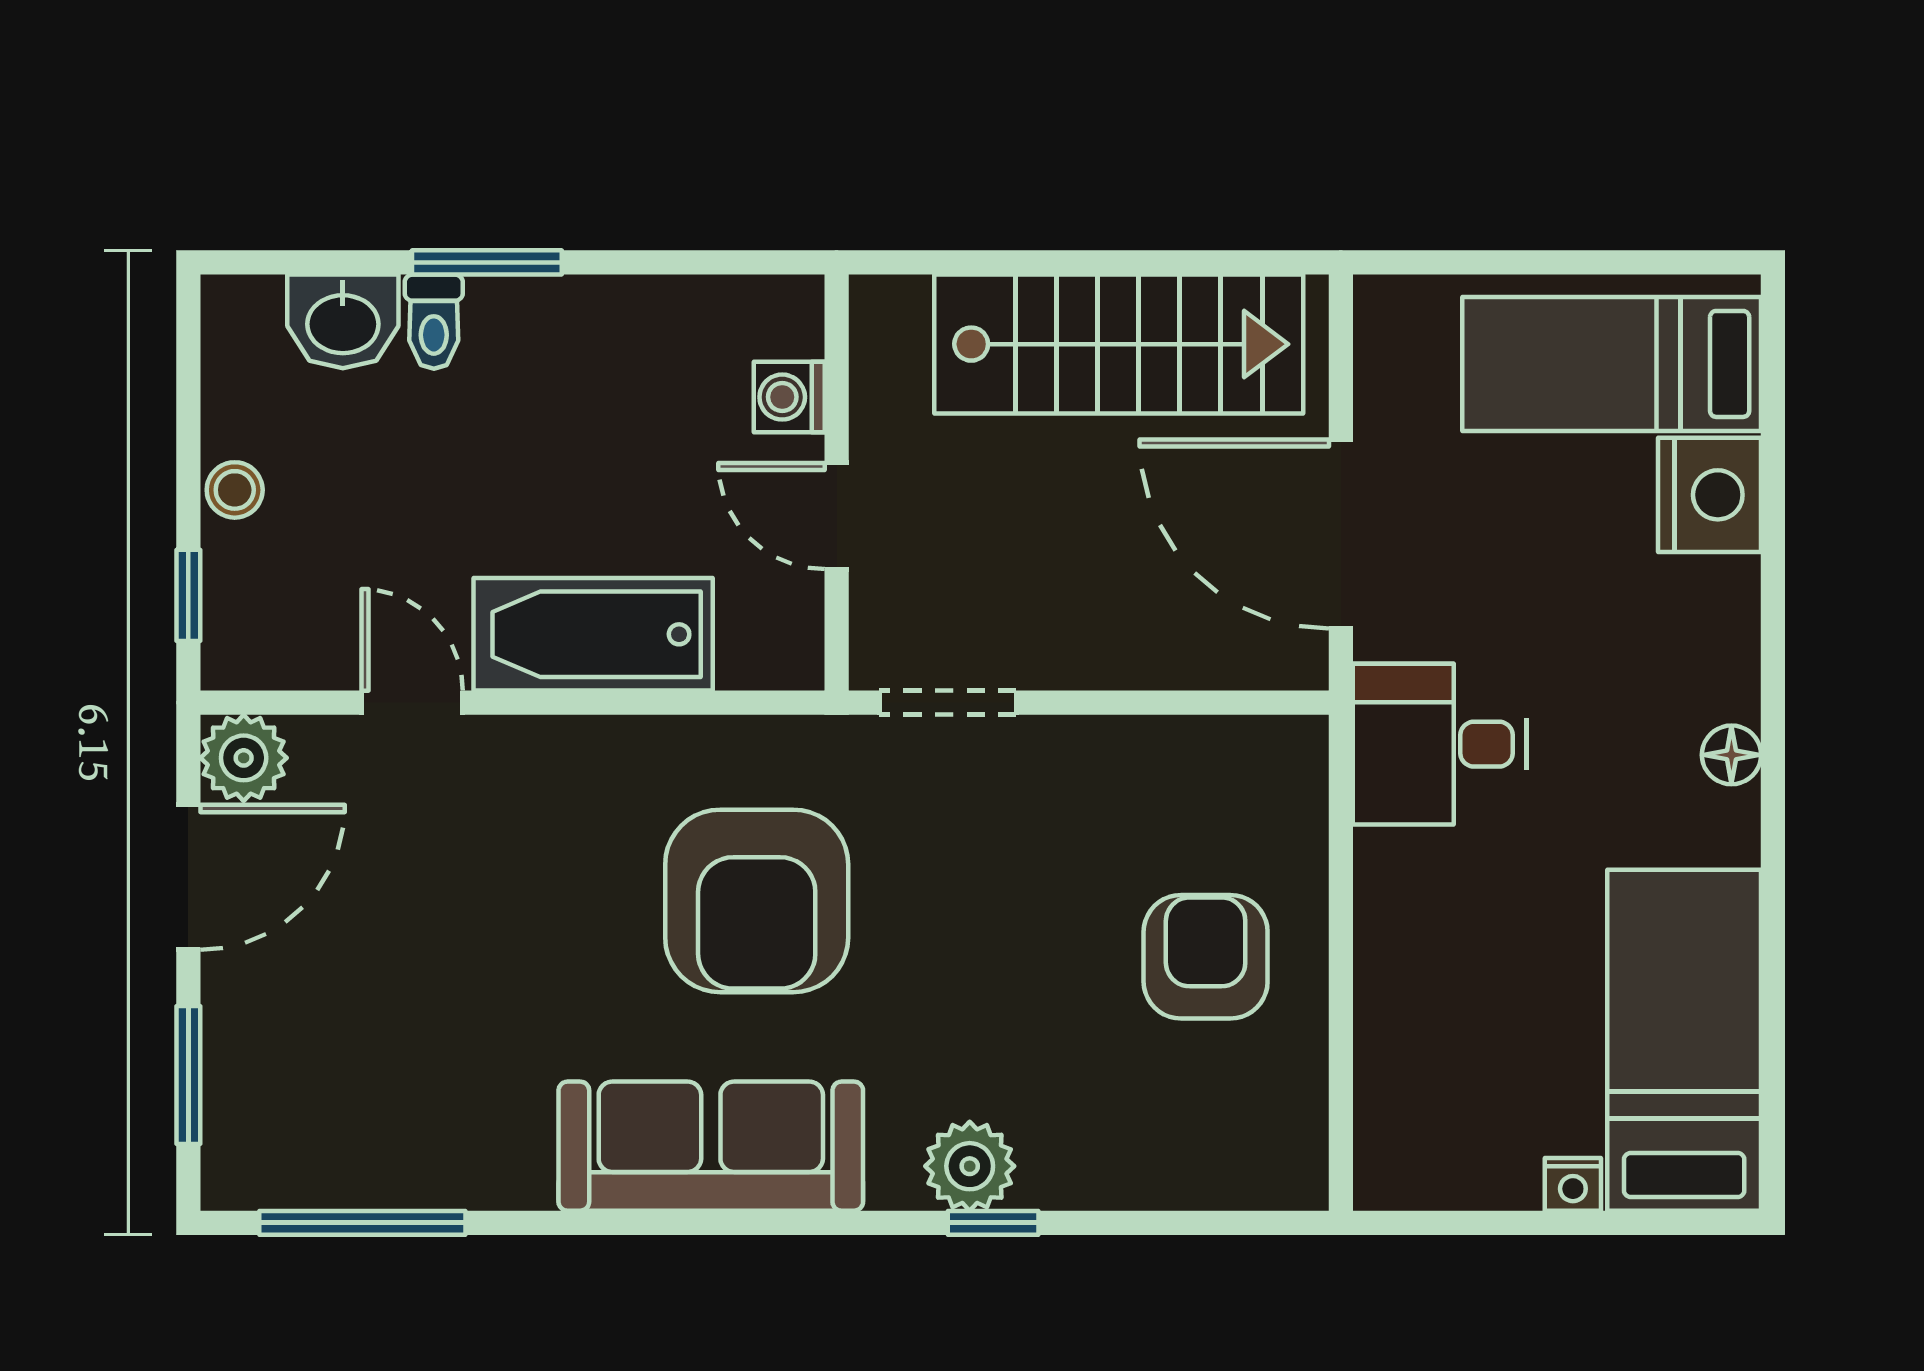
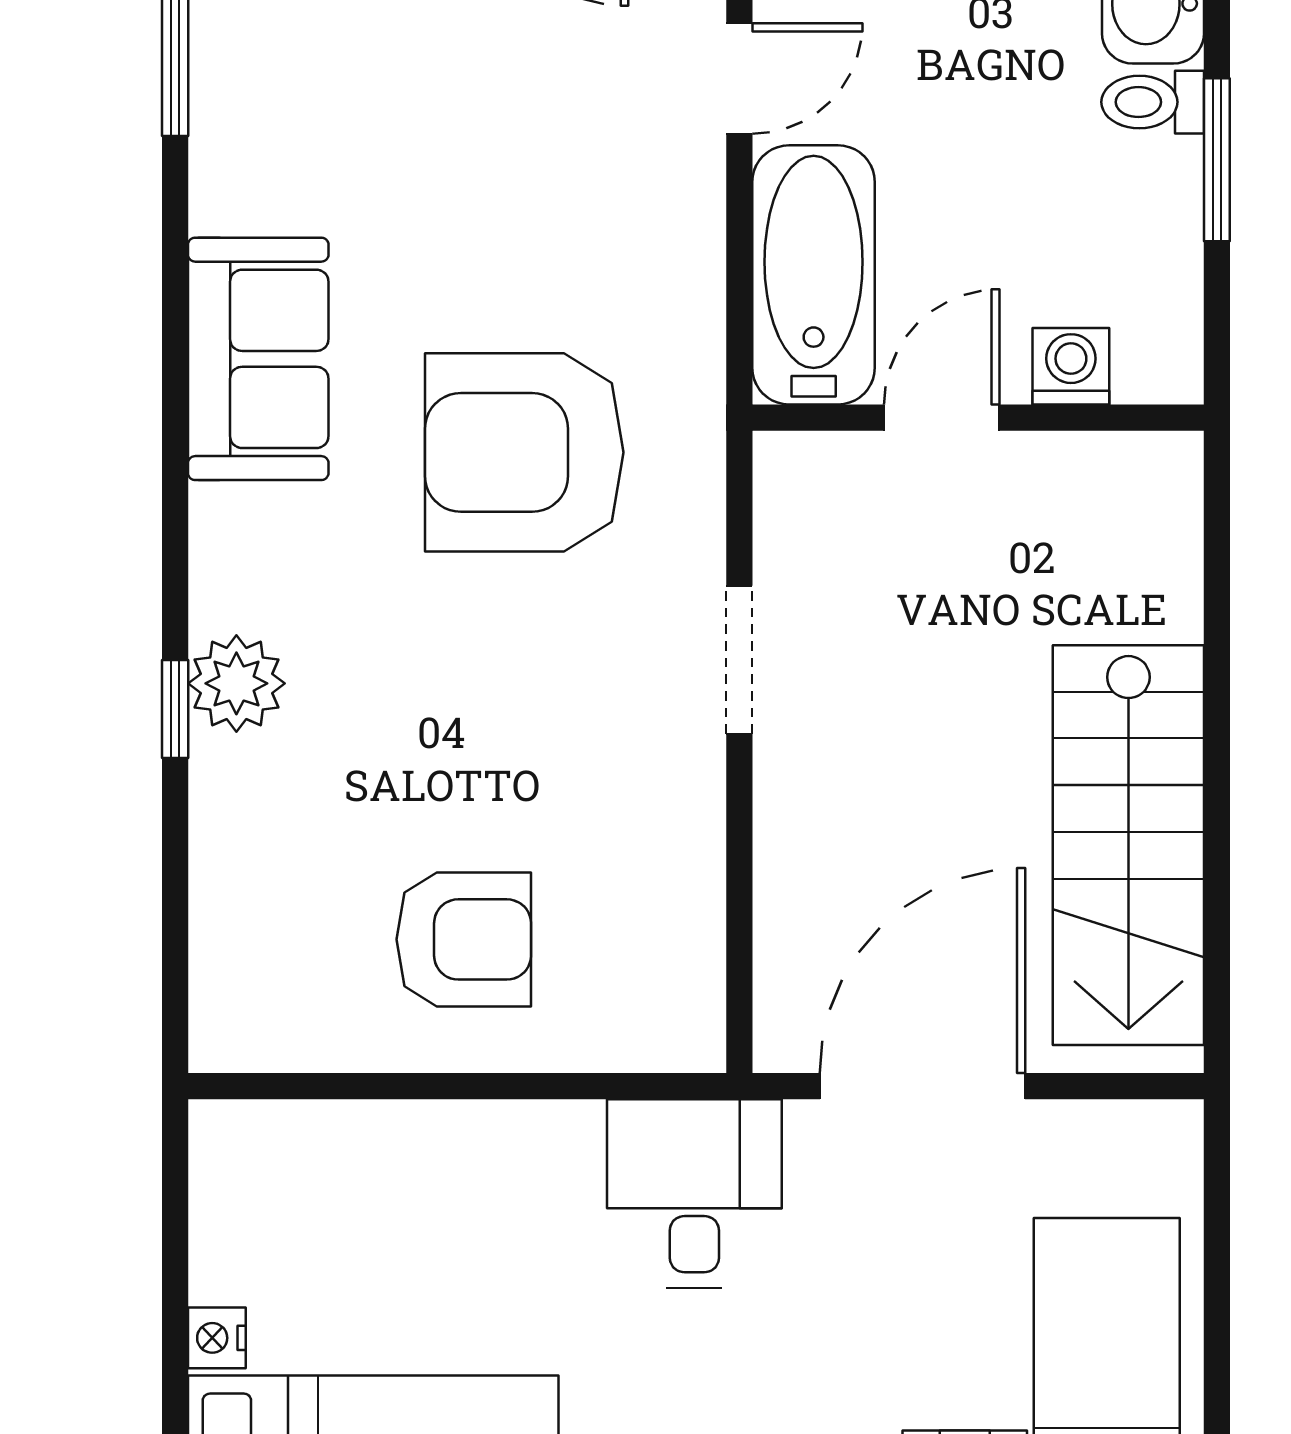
washing machine: (789, 397) -> (1071, 366), moved
wall: (837, 483) -> (978, 418), moved
door: (837, 516) -> (942, 418), moved
sofa: (711, 1146) -> (258, 359), width x0.73

